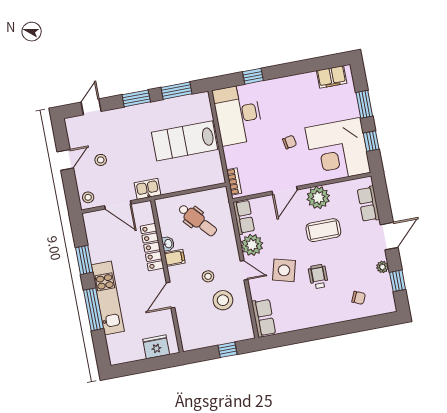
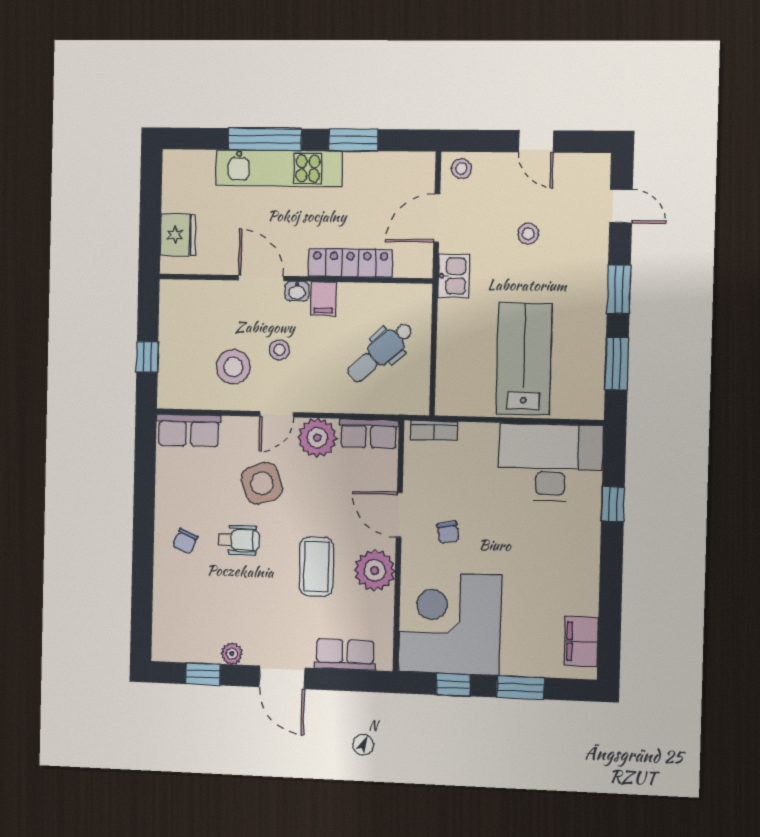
chair: (290, 142) -> (448, 533), moved
stool: (101, 160) -> (528, 234), moved
washbasin: (168, 244) -> (297, 291), moved
side table: (284, 270) -> (262, 483), turned -33
chair: (359, 298) -> (185, 541), moved

